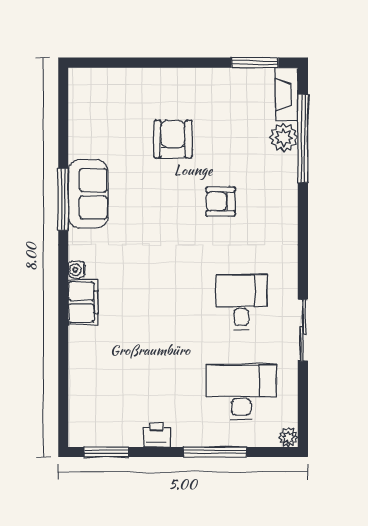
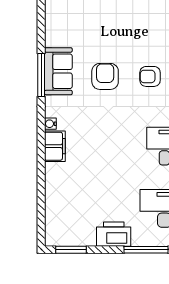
armchair: (173, 139) -> (105, 76), moved
printer: (157, 435) -> (114, 234), width x1.87, depth x1.48

